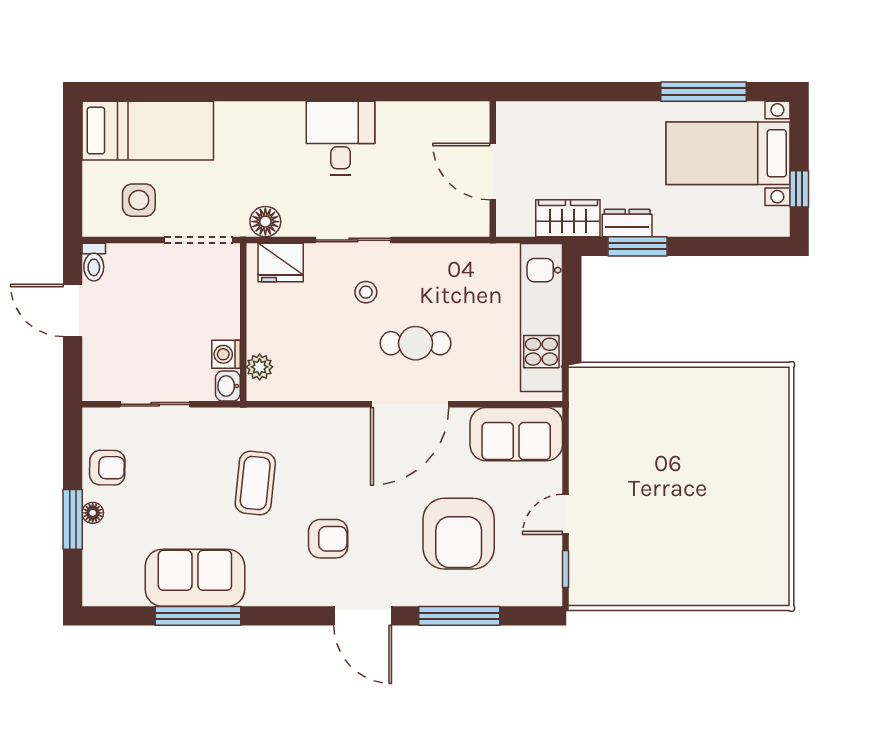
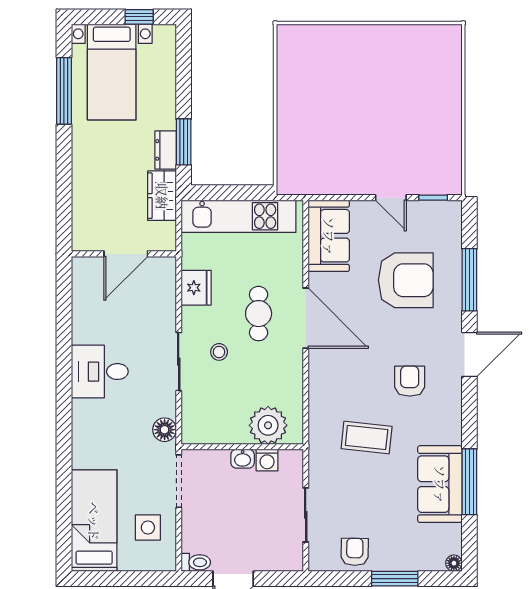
fridge: (281, 263) -> (196, 288), moved
plant: (260, 367) -> (268, 425), width x1.88, depth x1.88
washbasin: (228, 386) -> (243, 459), moved
floor lamp: (93, 513) -> (454, 563), moved

